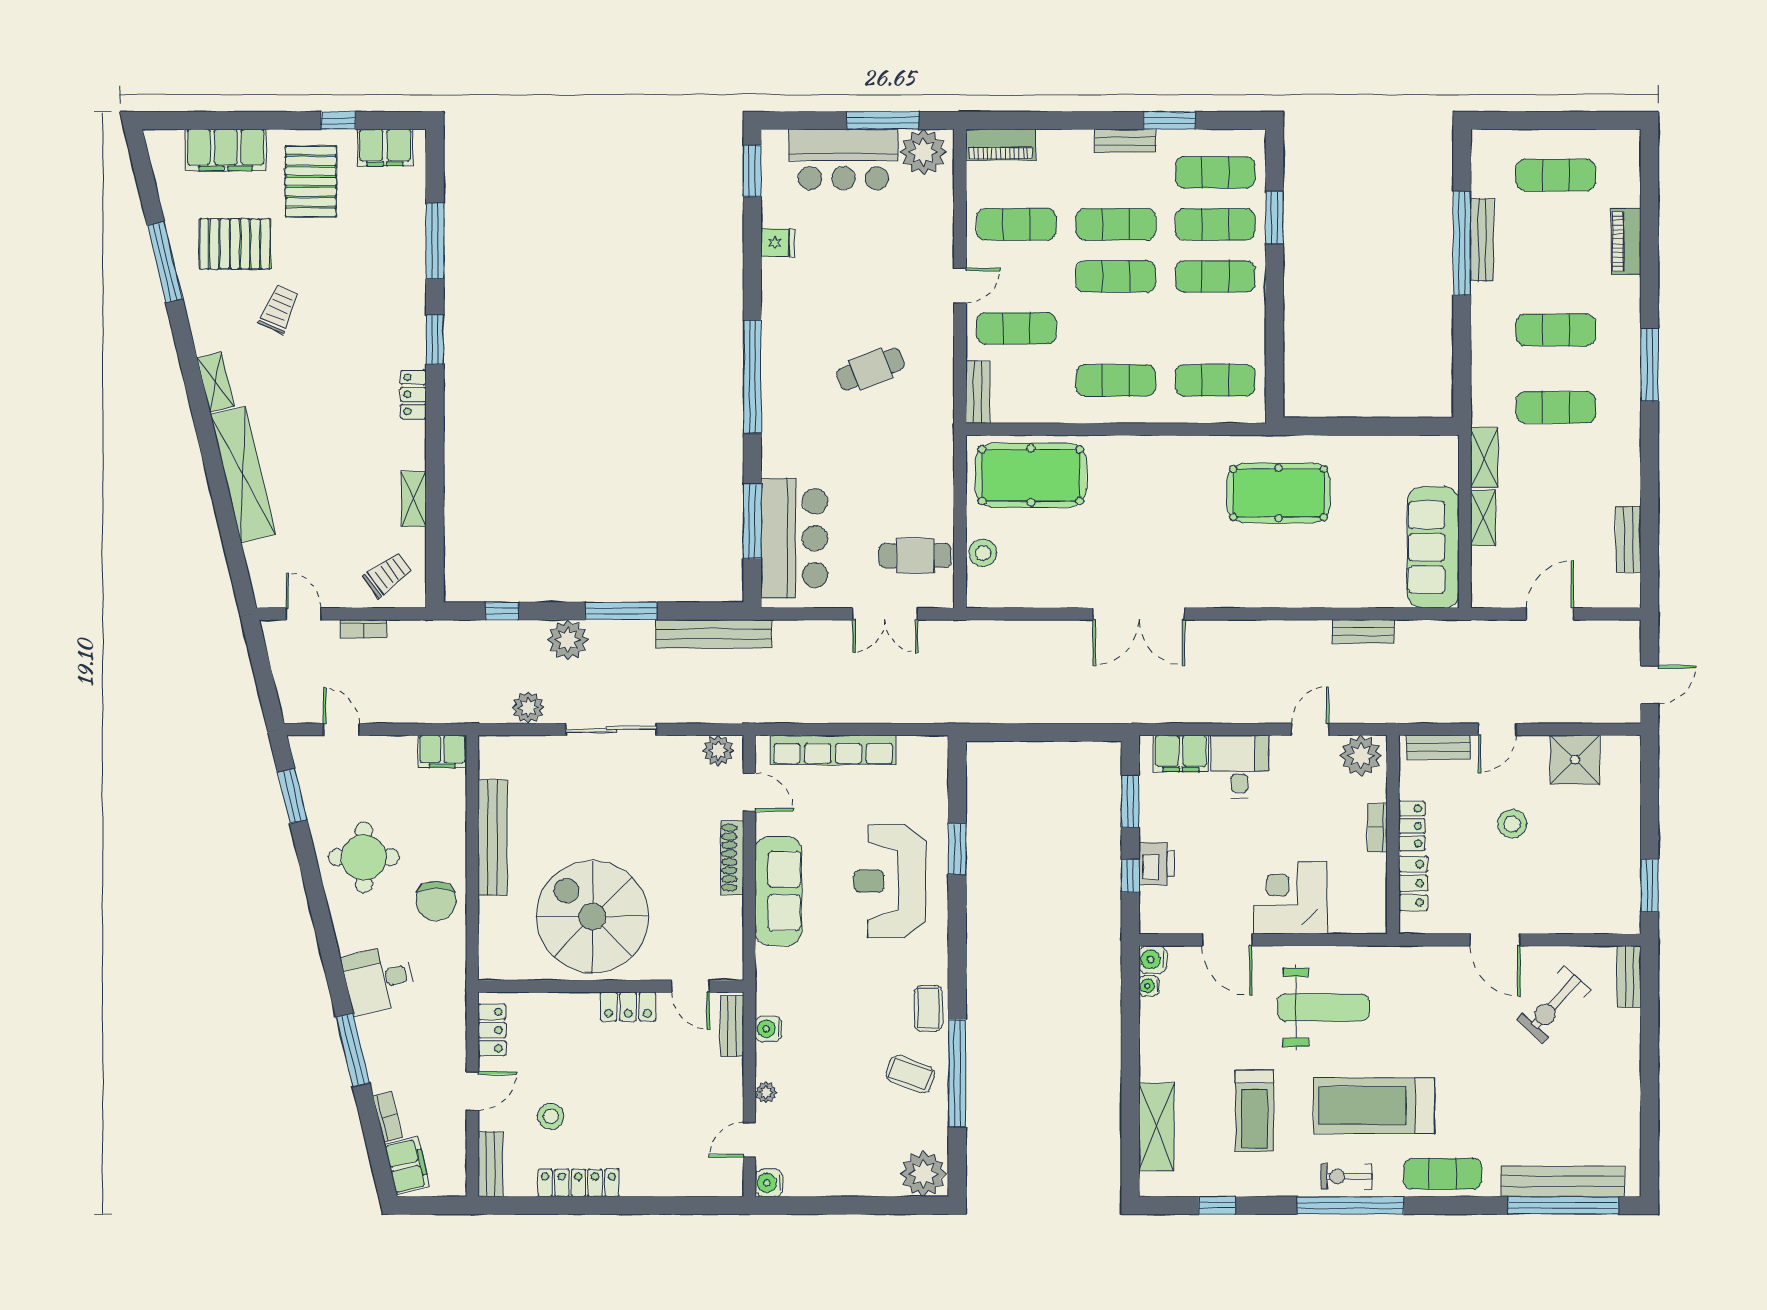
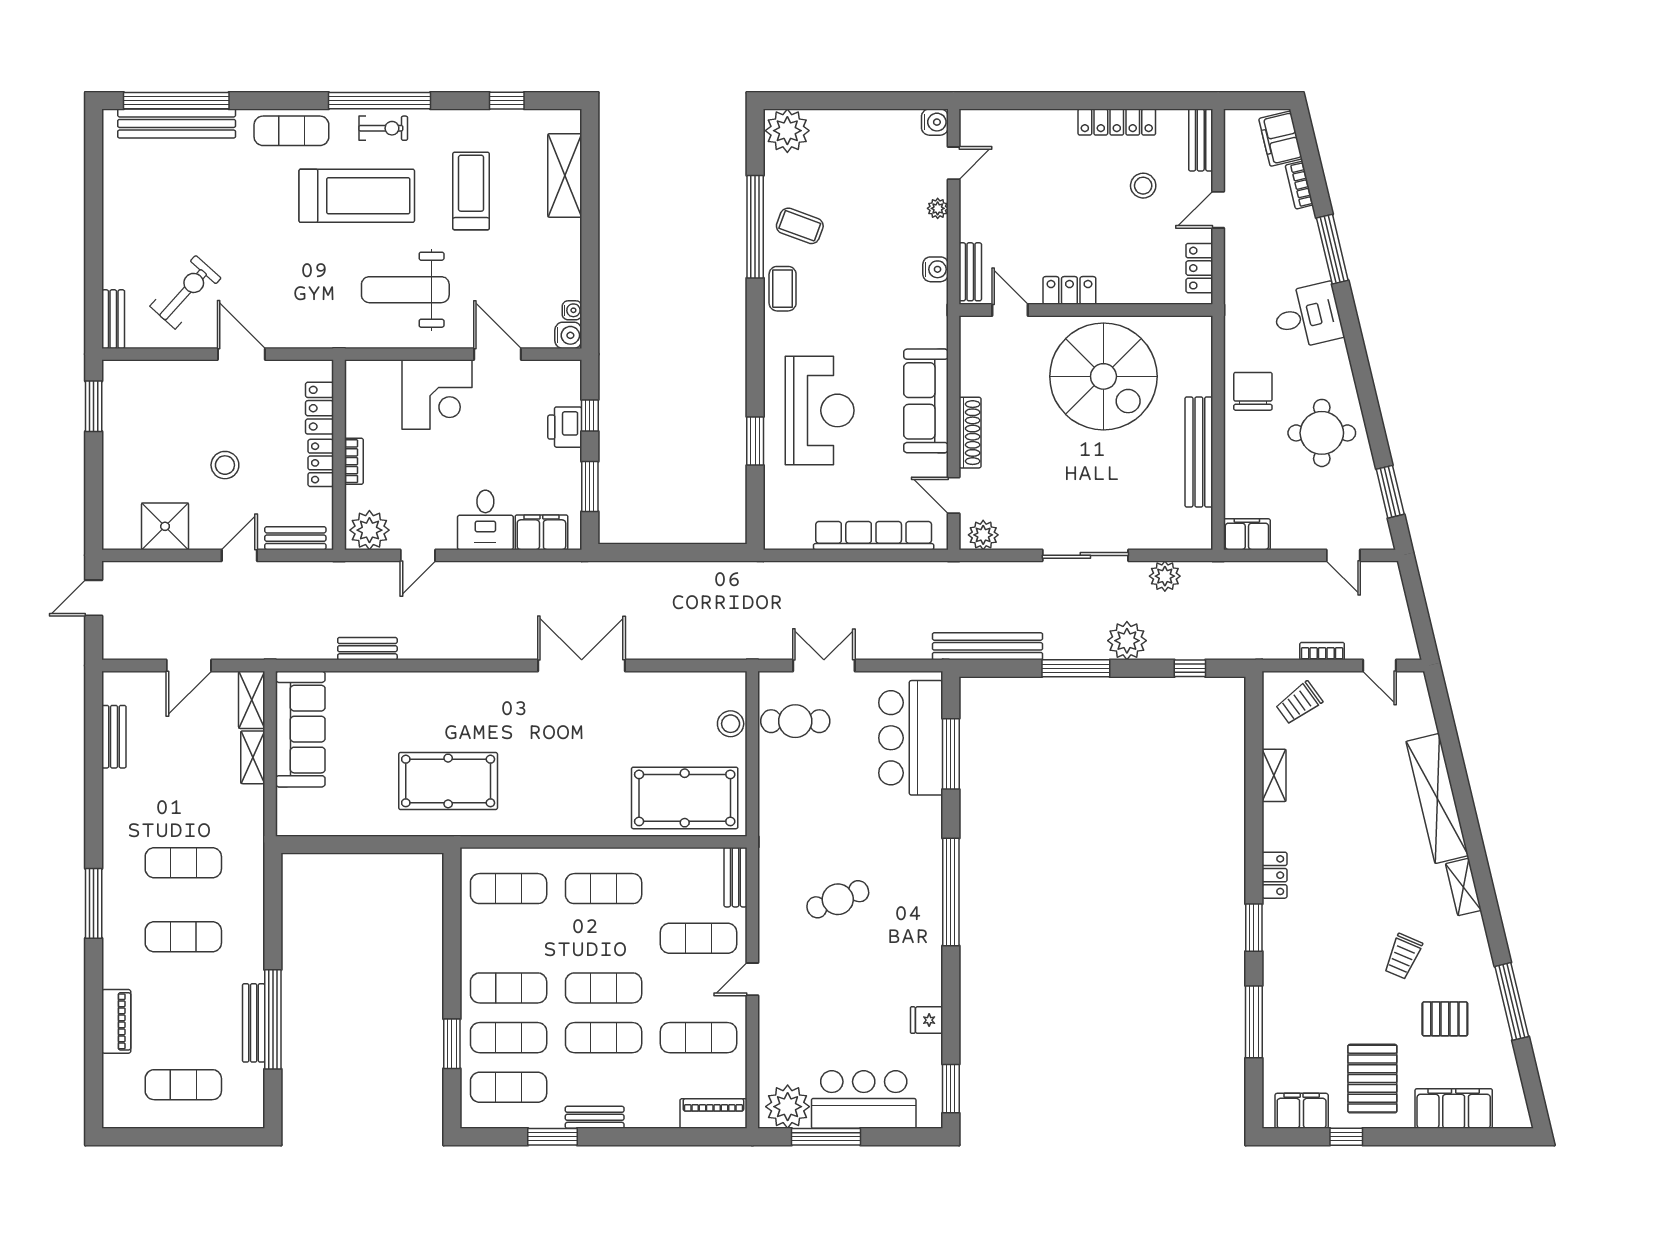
pallet: (235, 244) -> (1445, 1019), width x0.67, depth x0.71
shelving: (1484, 458) -> (252, 700), moved

